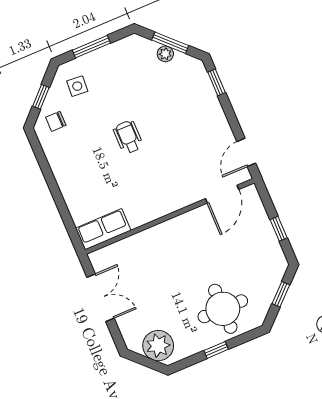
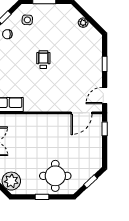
window: (170, 43) -> (88, 18), removed
window: (217, 82) -> (105, 64), moved
window: (279, 229) -> (105, 129), moved

